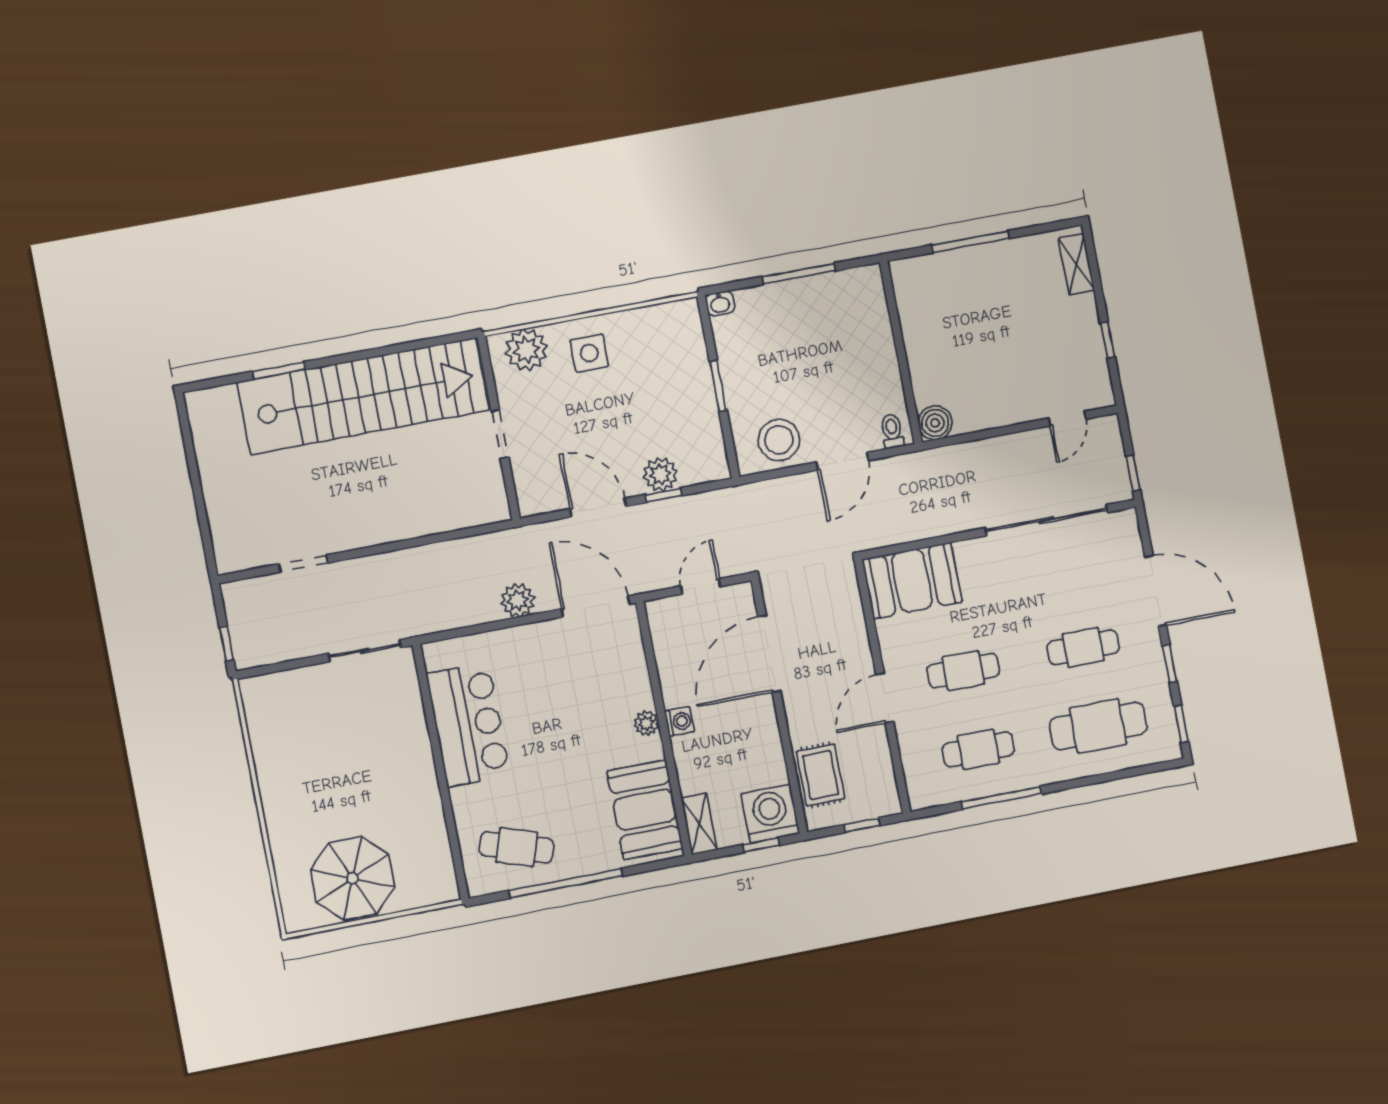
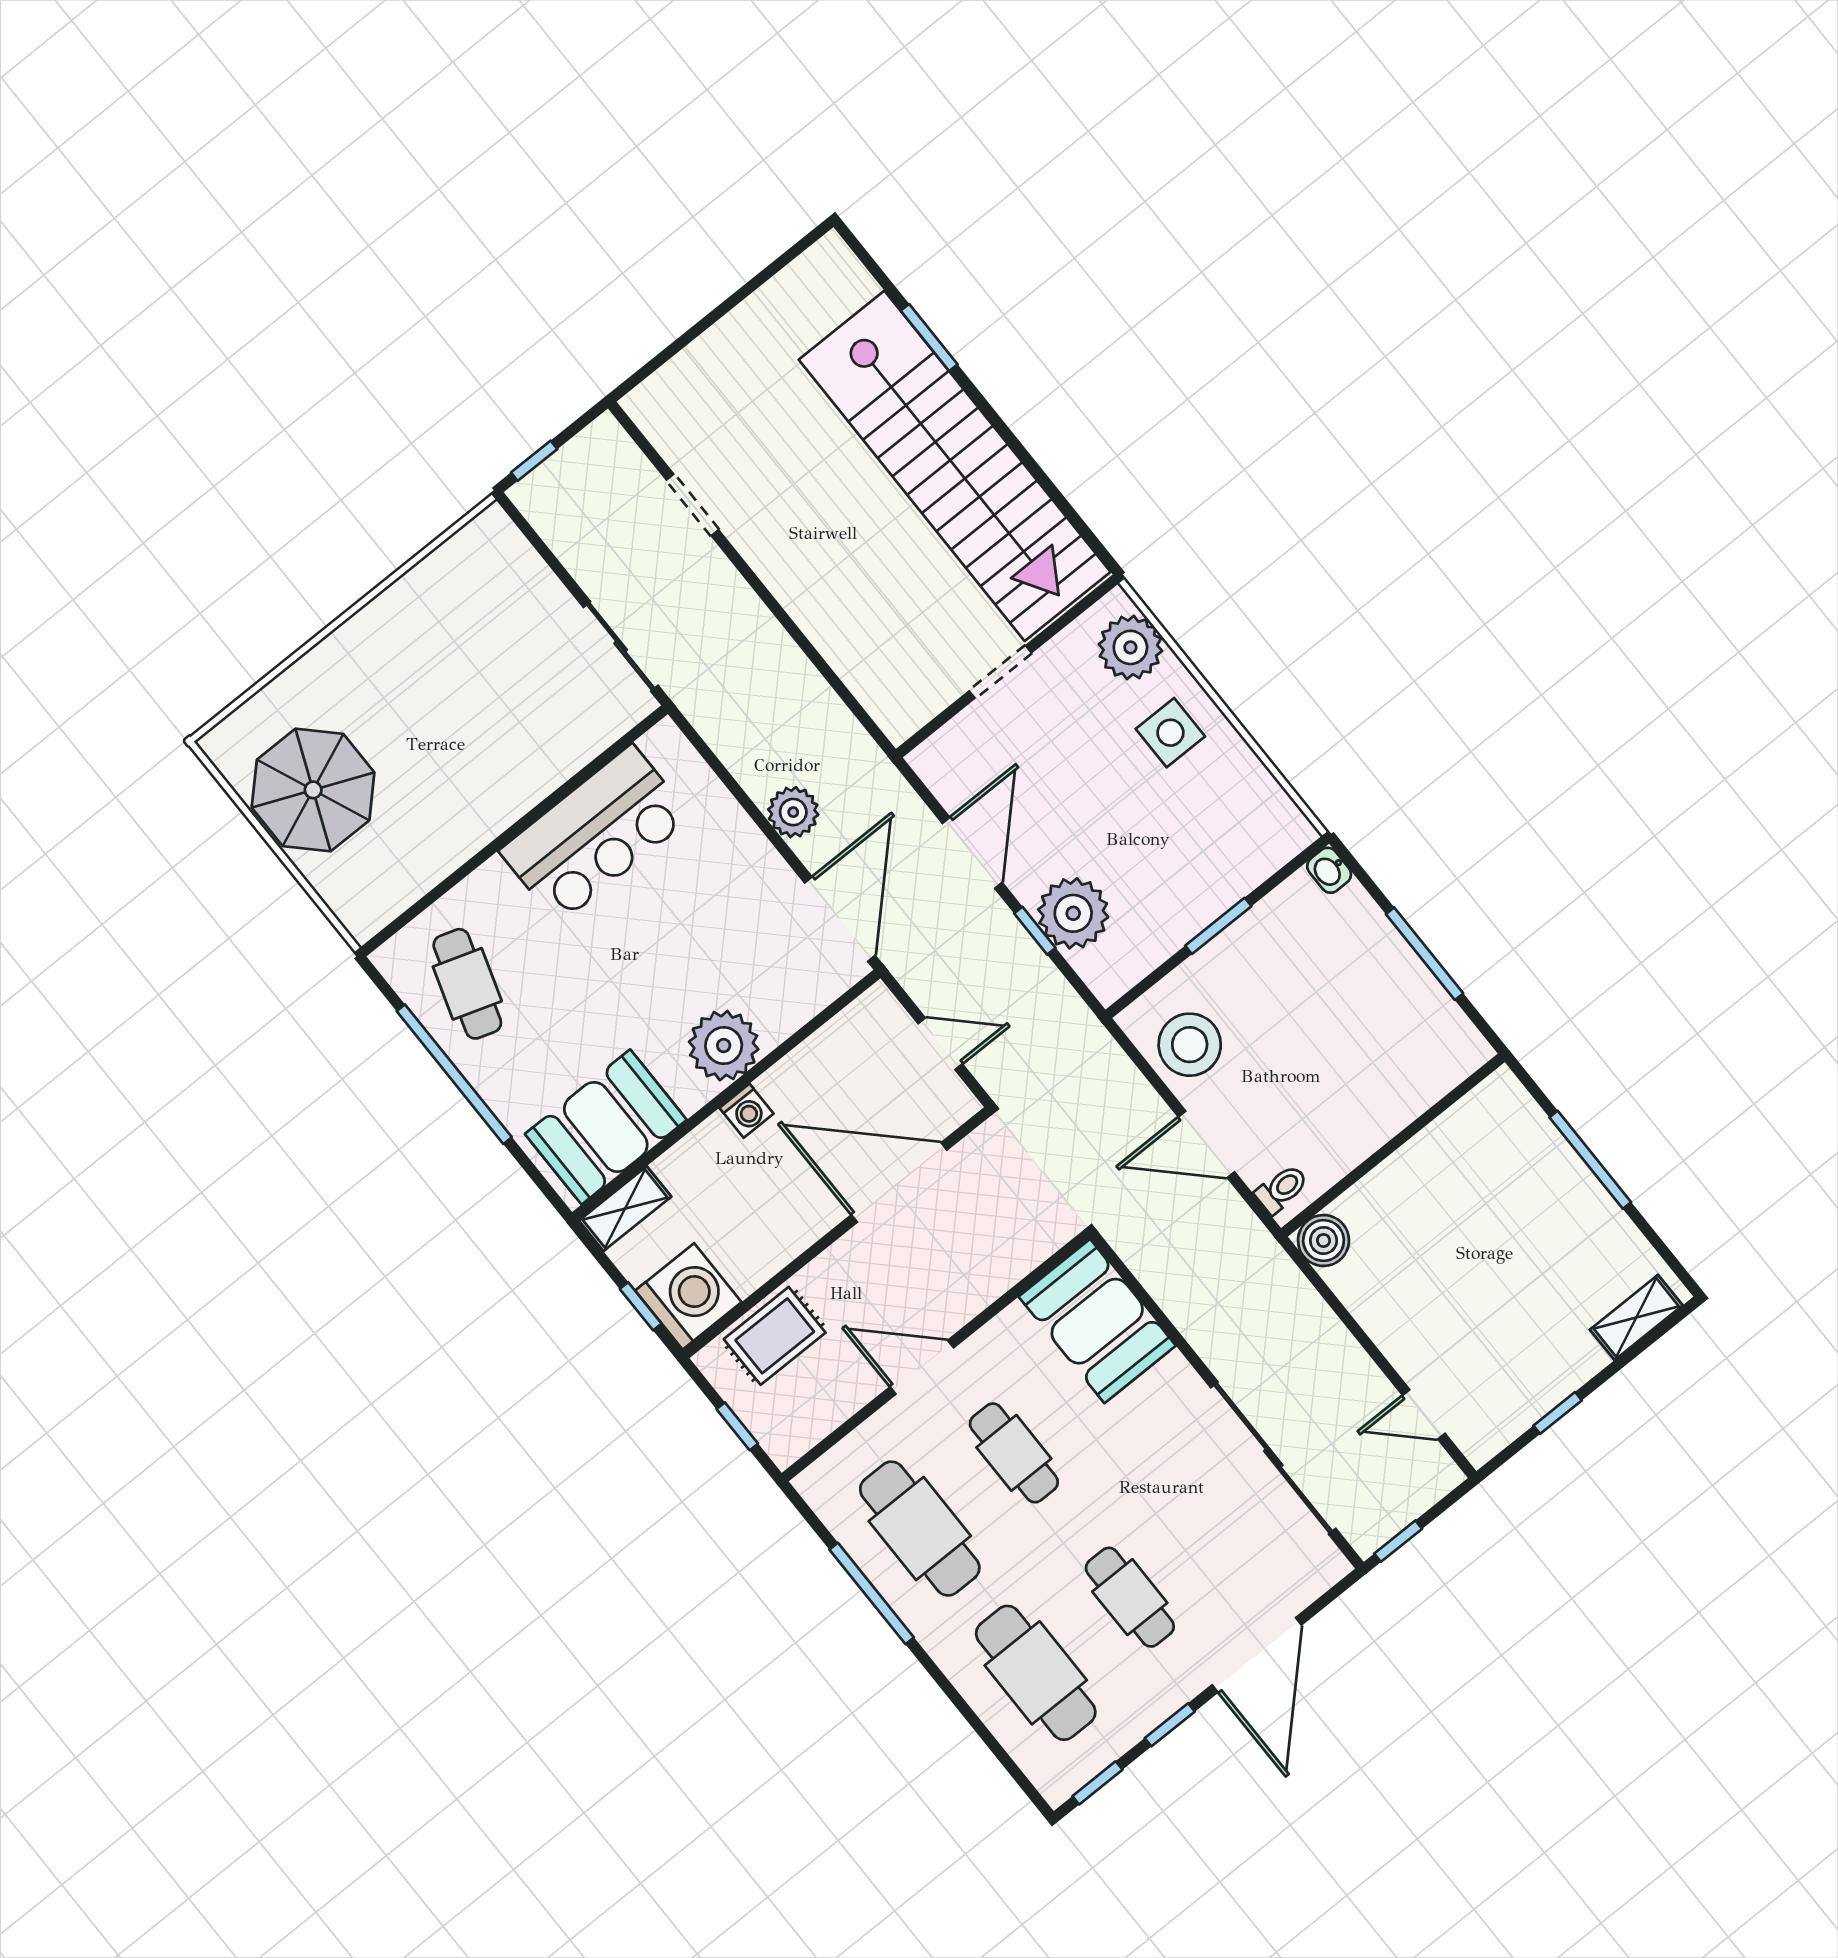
plant: (660, 474) -> (1073, 913), width x1.36, depth x1.36
plant: (646, 723) -> (724, 1046), width x1.87, depth x1.87
cafe table: (978, 749) -> (920, 1529), width x1.37, depth x1.35

